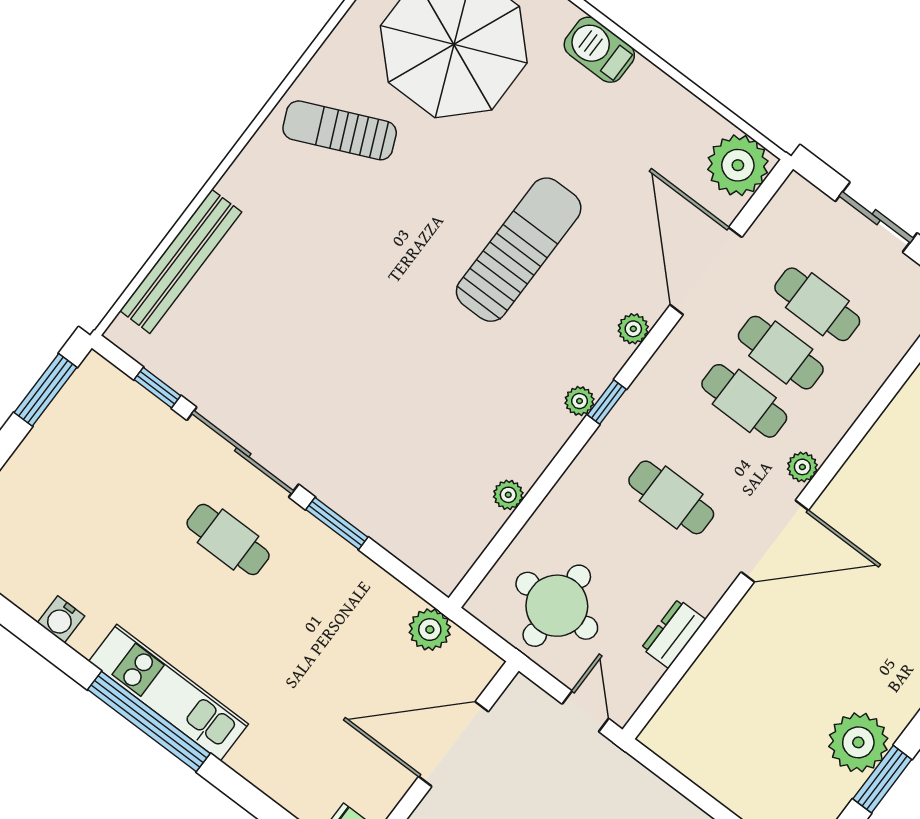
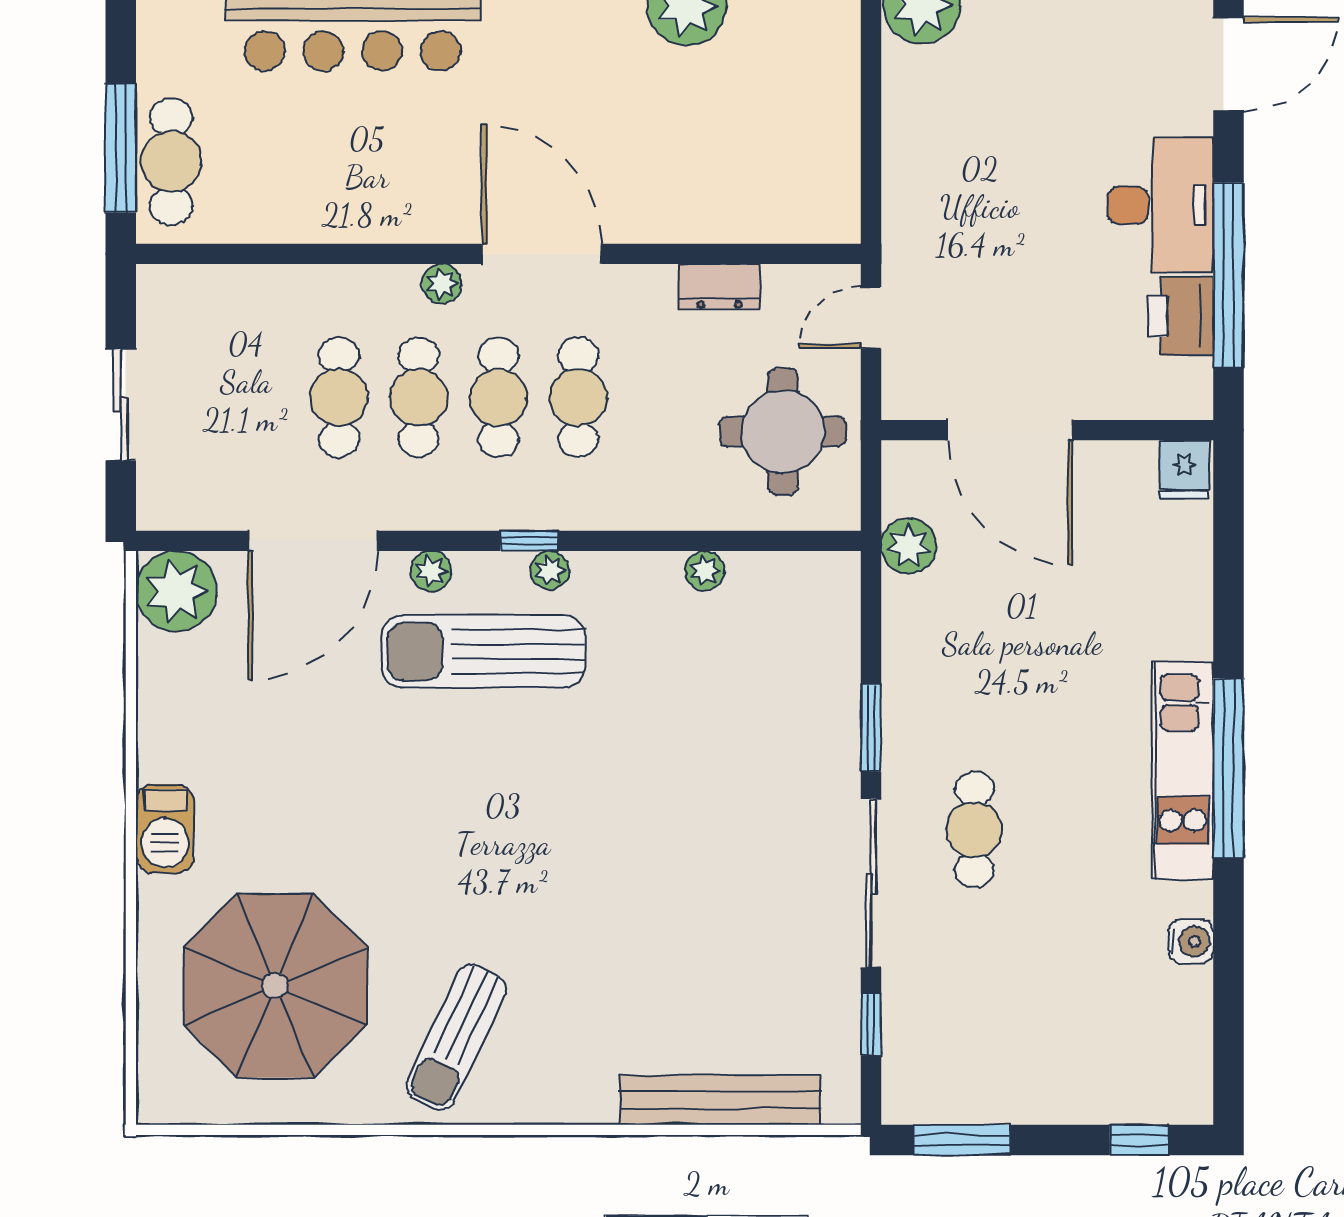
sun lounger: (340, 130) -> (456, 1037), turned 49
sun lounger: (519, 250) -> (483, 651), moved
cafe table: (817, 304) -> (498, 397), moved

